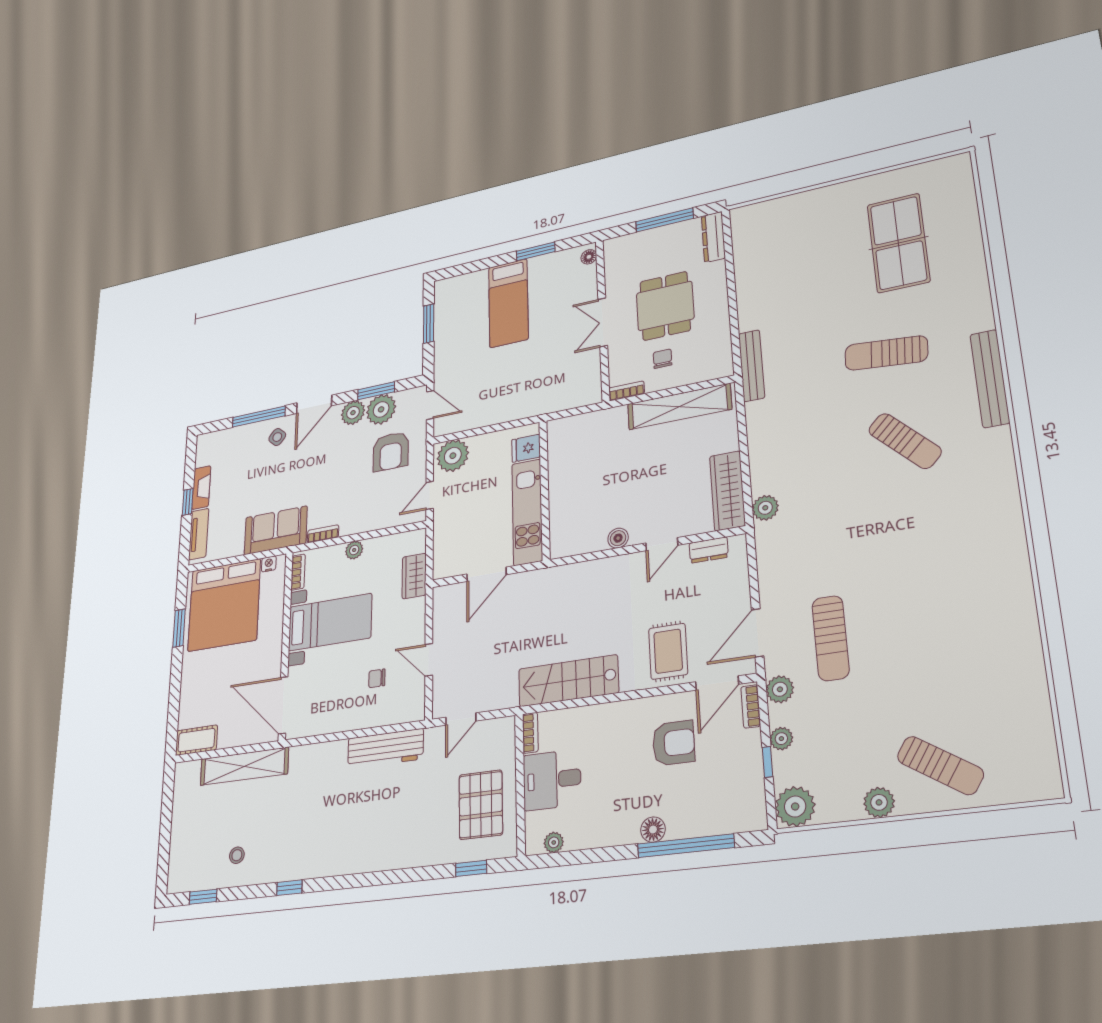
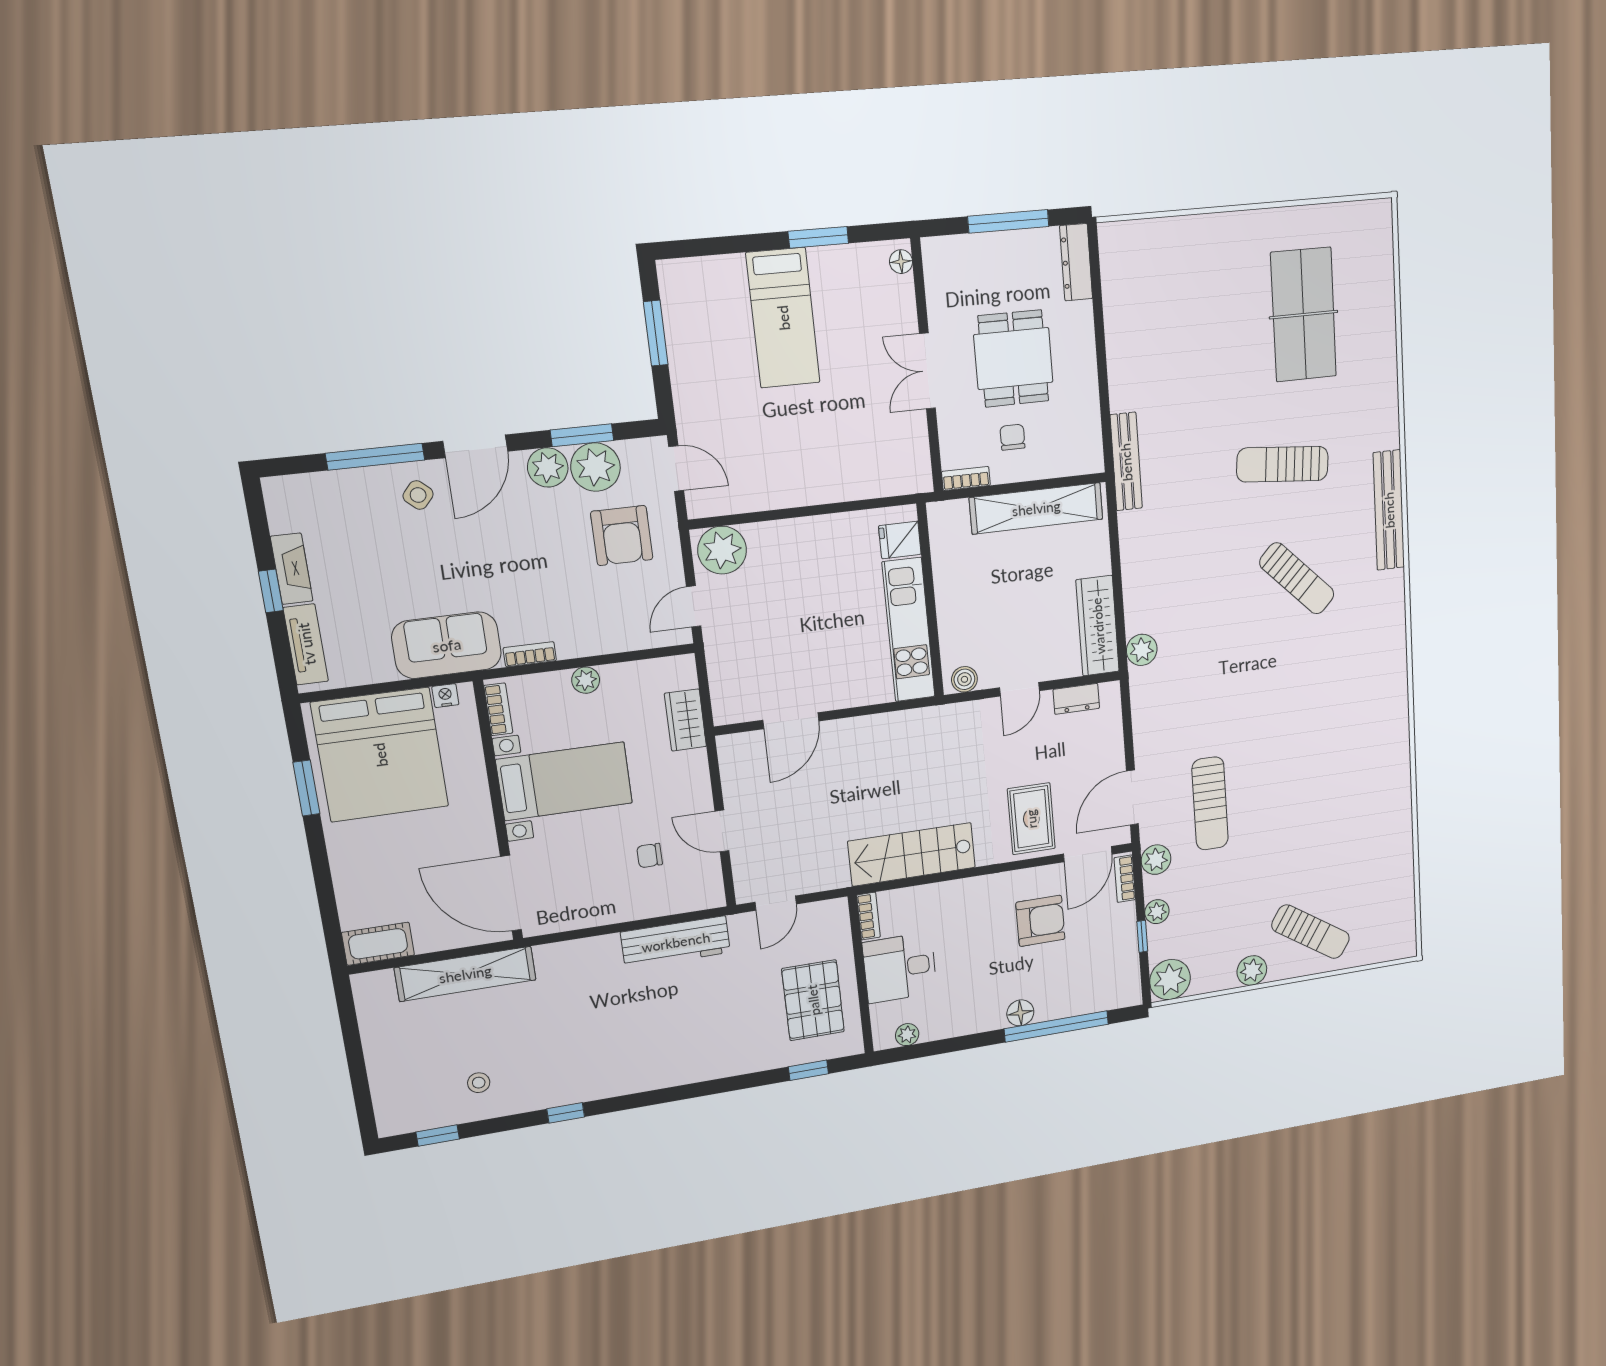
fridge: (526, 448) -> (900, 540), moved
wall: (545, 490) -> (930, 601), moved
kitchen unit: (527, 512) -> (908, 630), moved

